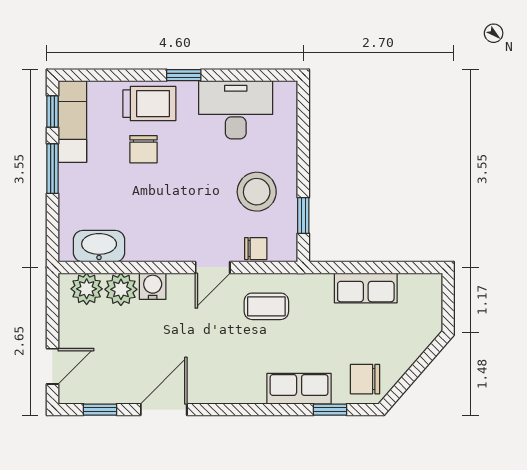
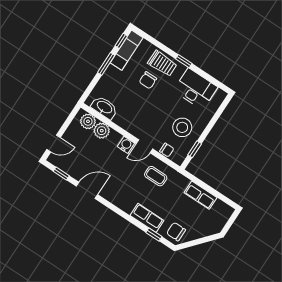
water cooler: (153, 286) -> (126, 145), moved

